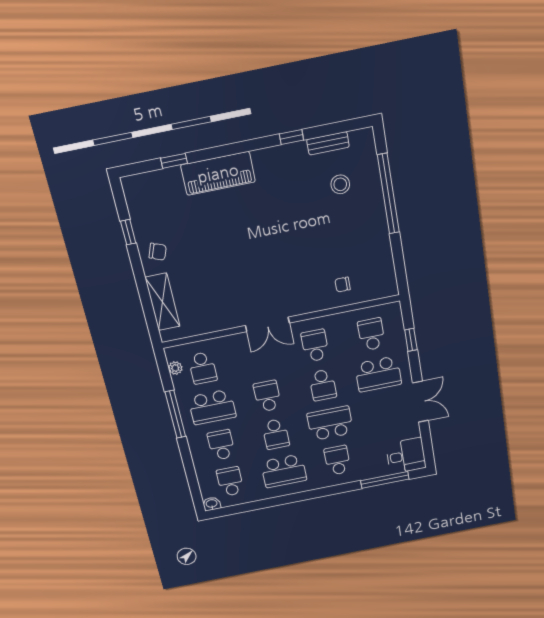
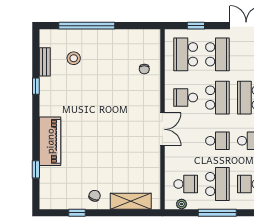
school desk: (371, 334) -> (186, 54), width x1.85
school desk: (323, 385) -> (217, 98), width x1.85
school desk: (267, 396) -> (217, 141), turned 180

